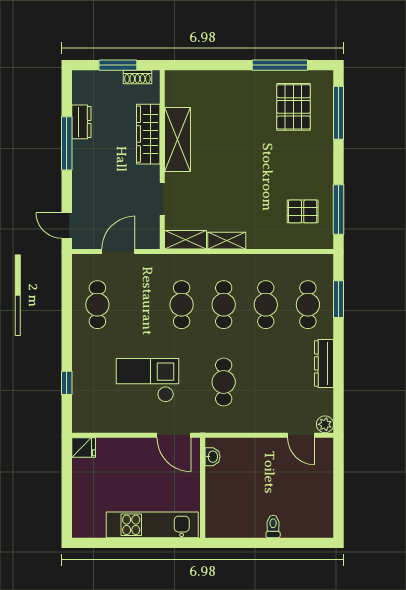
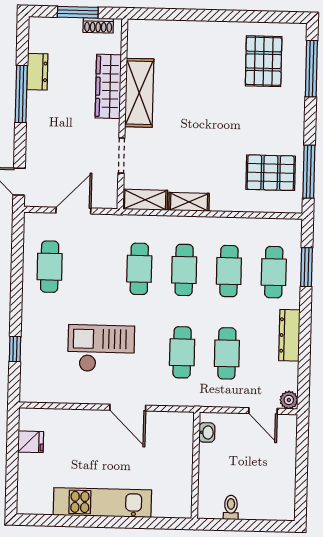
window: (280, 65) -> (250, 16), removed
pallet: (303, 211) -> (271, 173), width x1.50, depth x1.42
cafe table: (266, 382) -> (227, 353), added
fridge: (84, 448) -> (31, 442), moved
washbasin: (212, 457) -> (207, 432), moved
wall: (203, 488) -> (196, 465), moved

